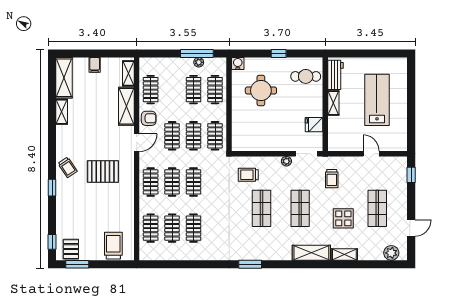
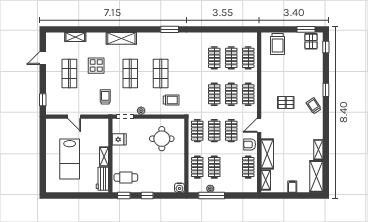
window: (308, 53) -> (124, 196), added
round table: (261, 91) -> (162, 139), moved
pallet: (103, 172) -> (286, 102), width x0.67, depth x0.71
plant: (391, 253) -> (58, 38), removed
shelving: (344, 254) -> (75, 37), moved

